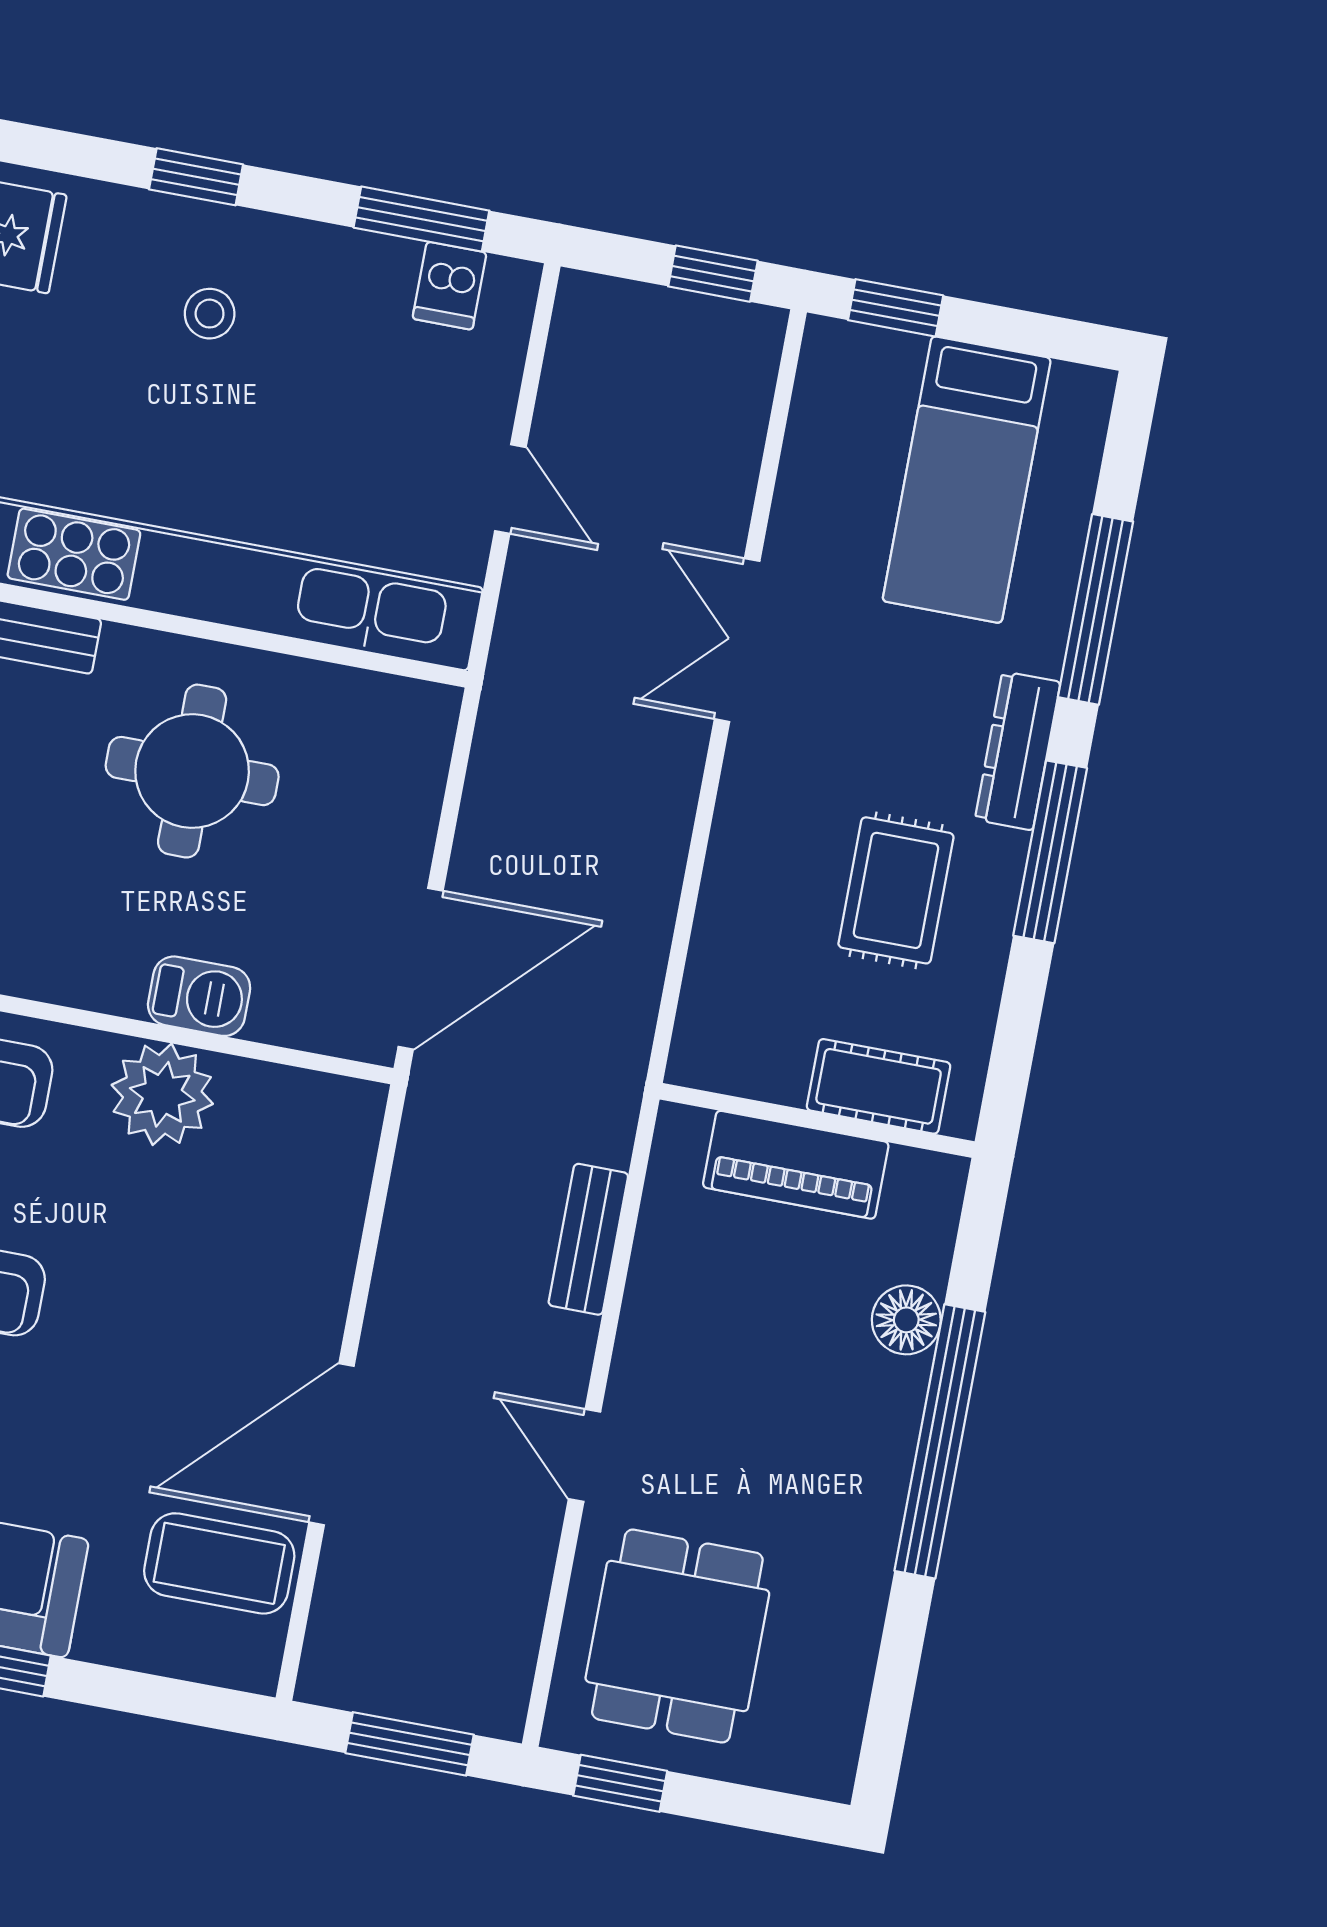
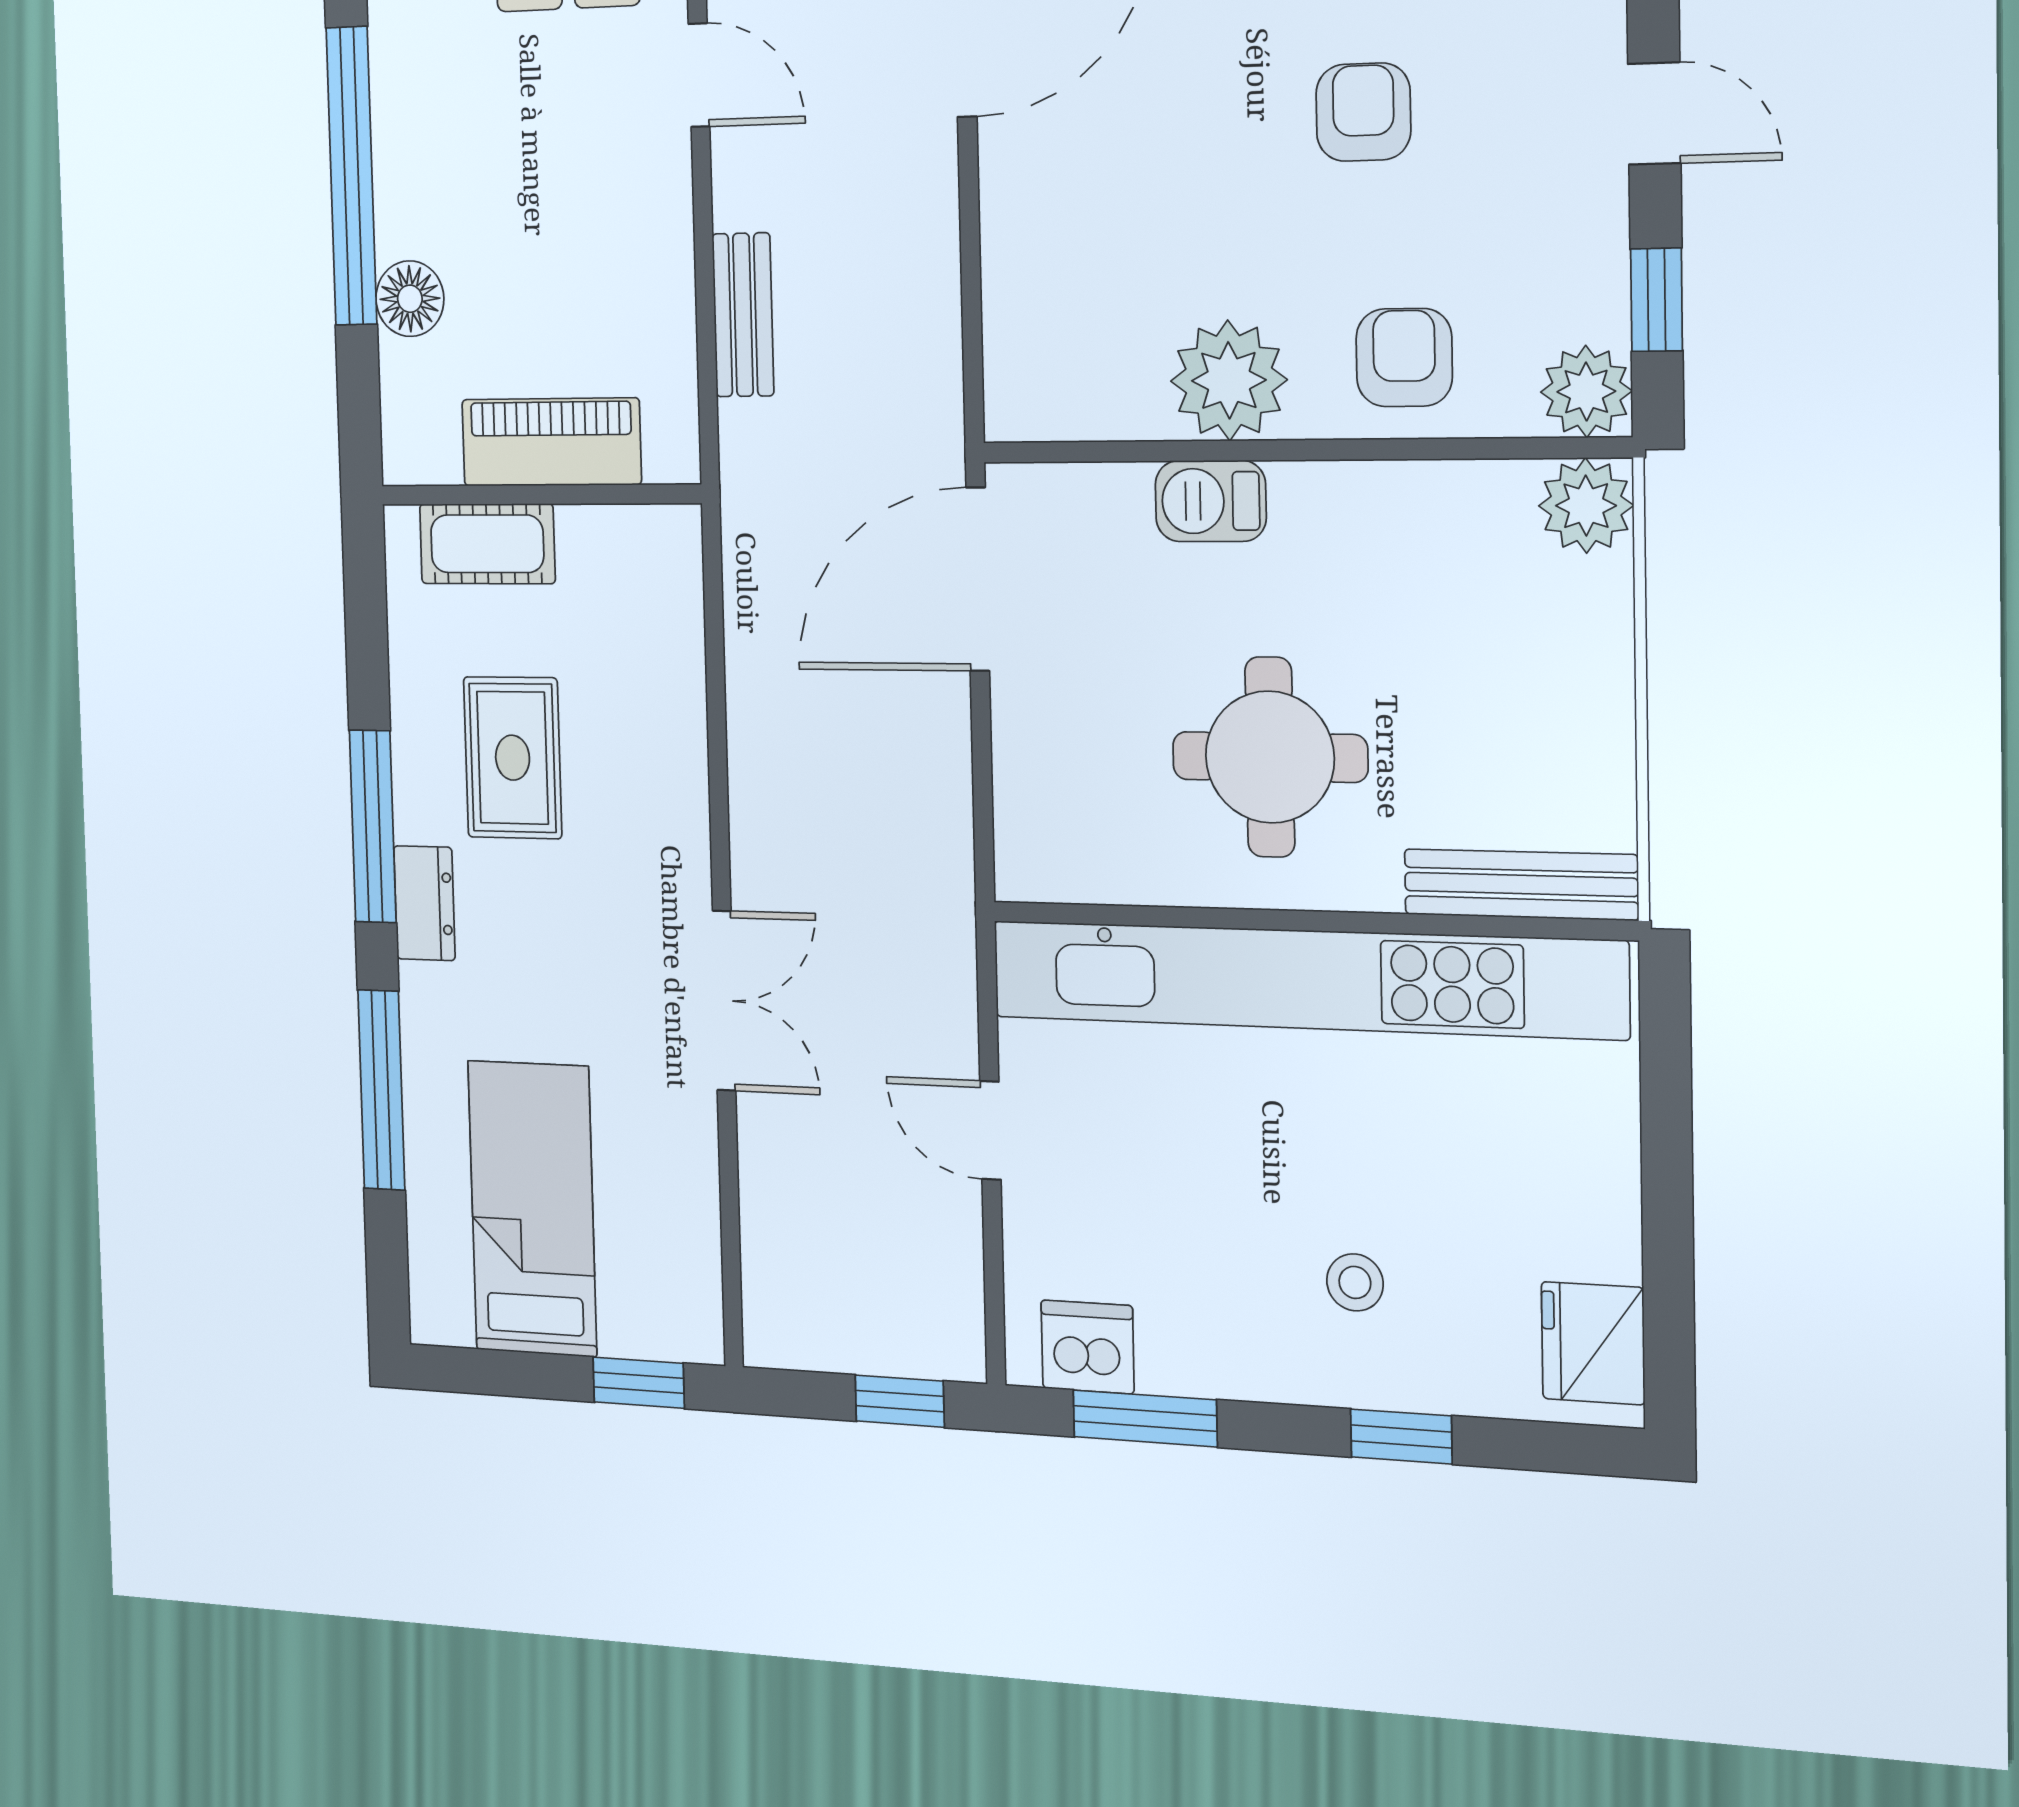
window: (713, 274) -> (900, 1401), moved
dishwasher: (450, 286) -> (1087, 1347), width x1.38
dresser: (1018, 751) -> (424, 903), width x0.70

